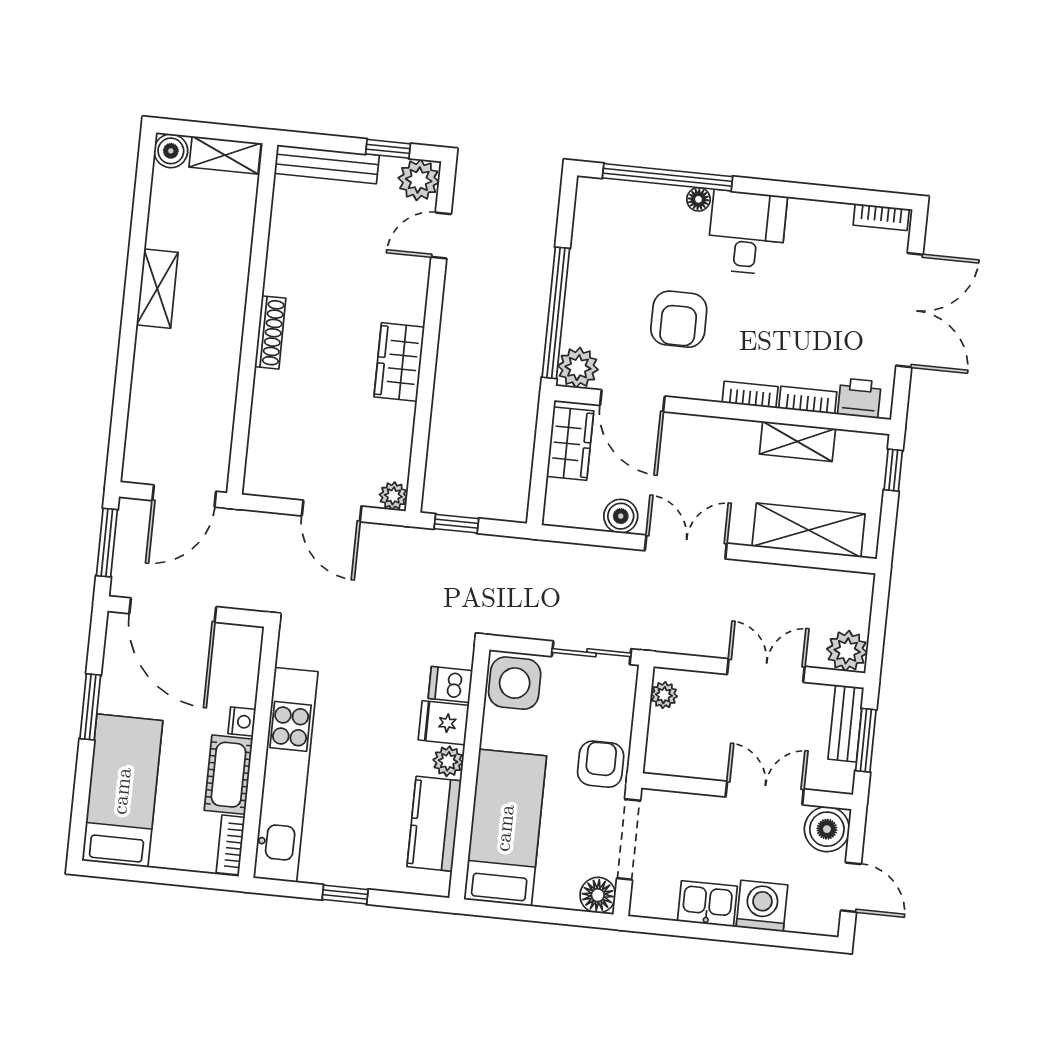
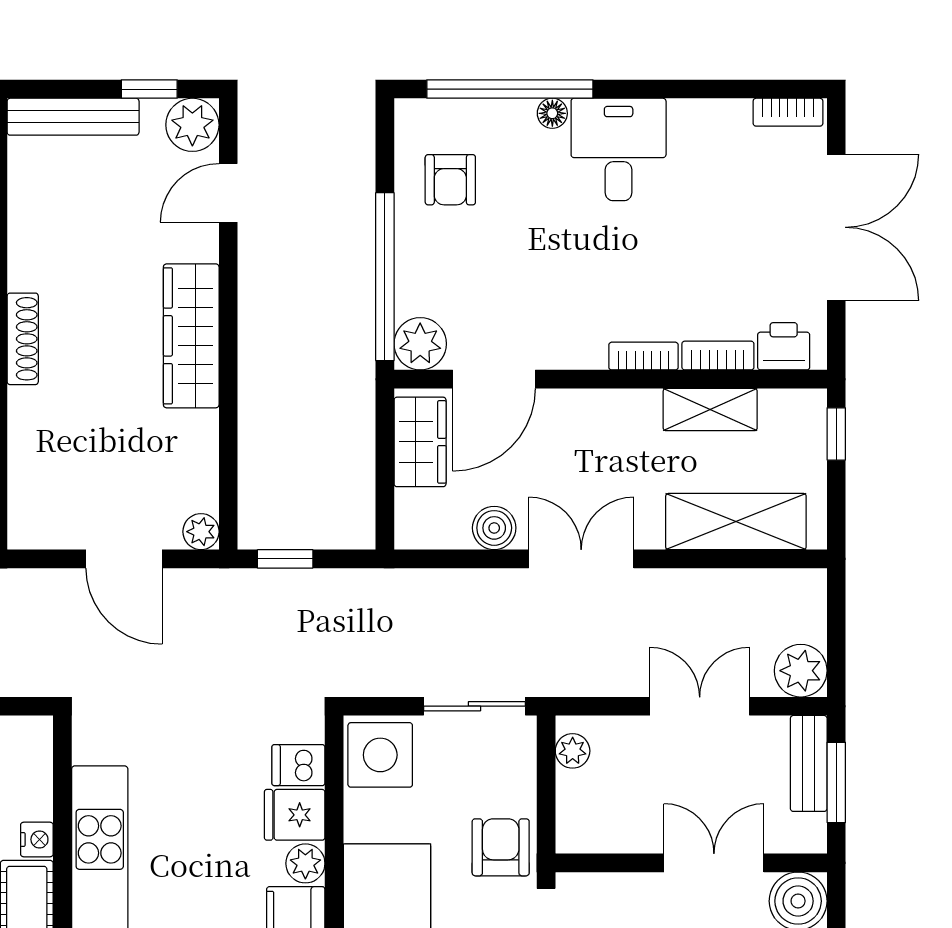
armchair: (679, 319) -> (450, 180), moved, width x0.72, depth x0.72
wardrobe: (399, 362) -> (191, 336), width x1.50
door: (632, 401) -> (494, 379), hinge flipped

